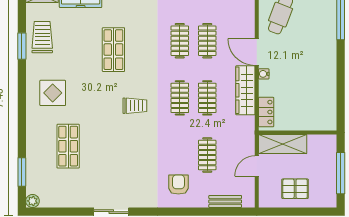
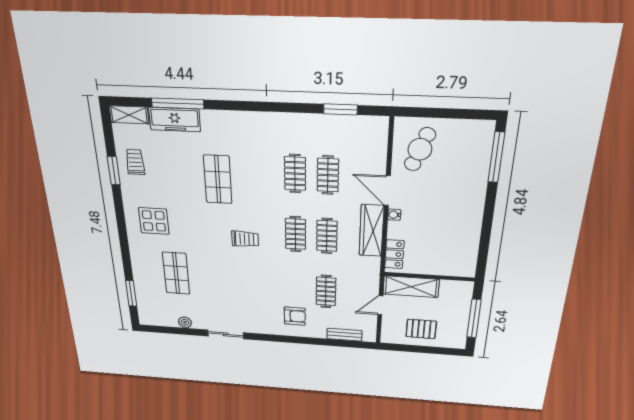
trolley: (42, 37) -> (135, 162), width x0.73, depth x0.72
armchair: (178, 185) -> (295, 316), turned 90
plant: (33, 201) -> (185, 322), moved

